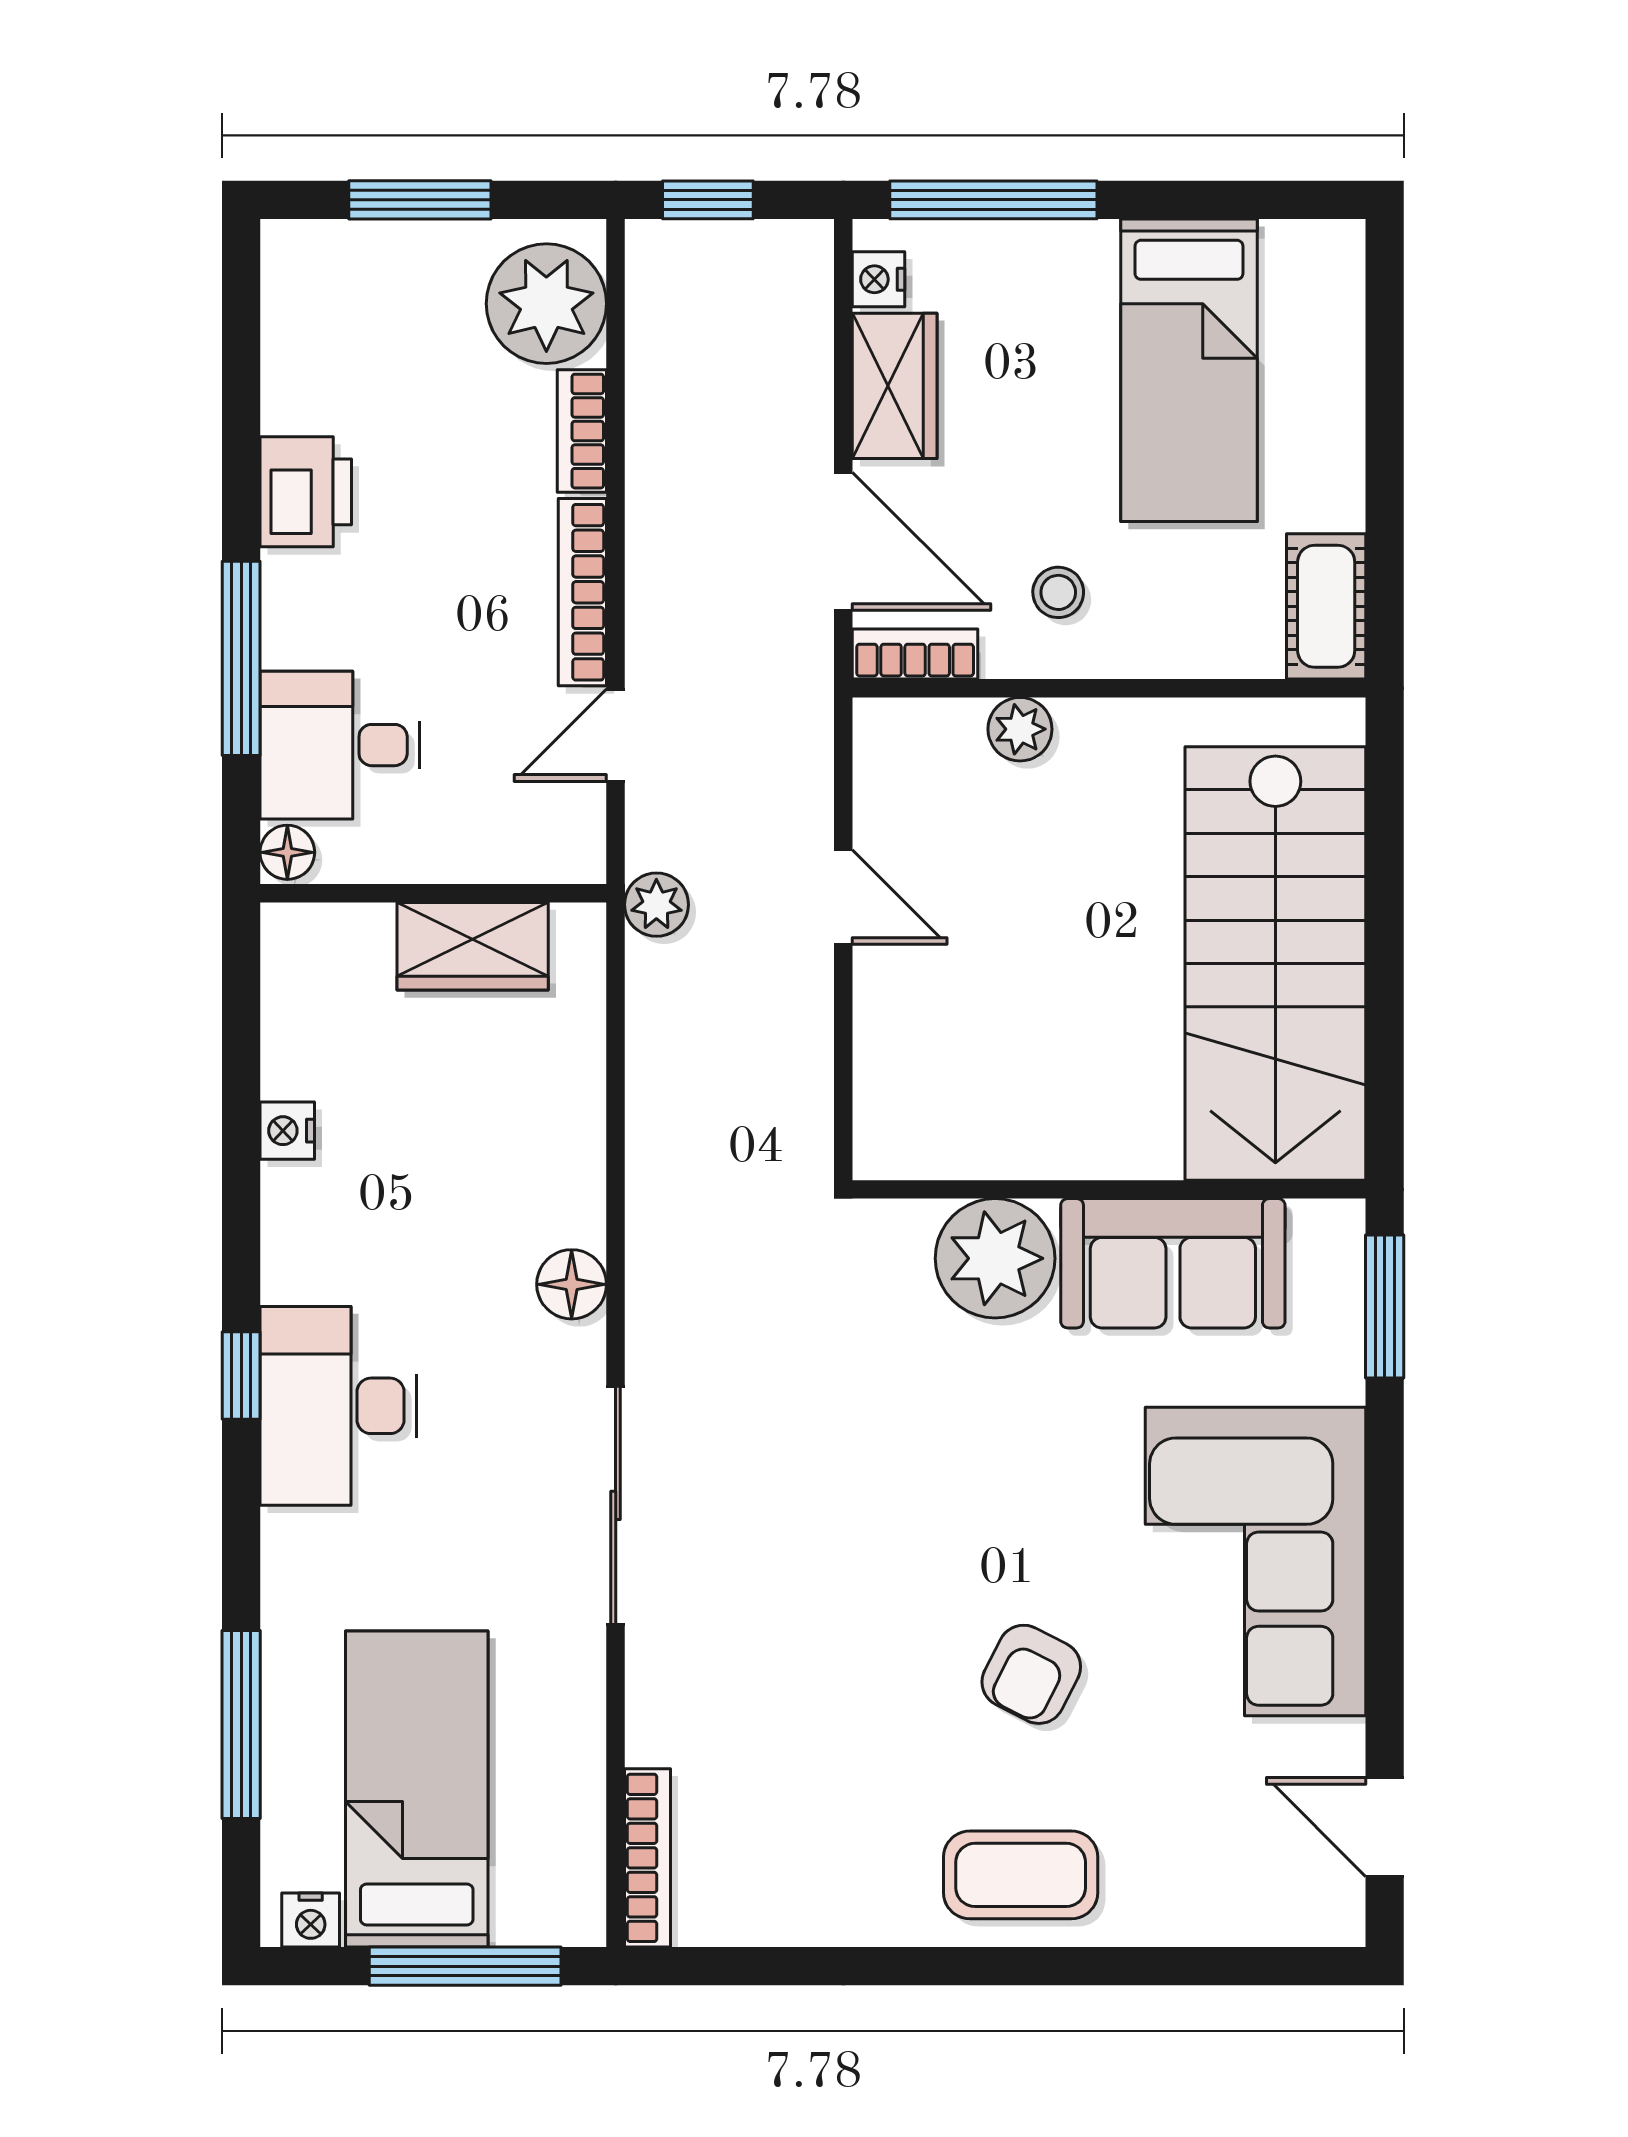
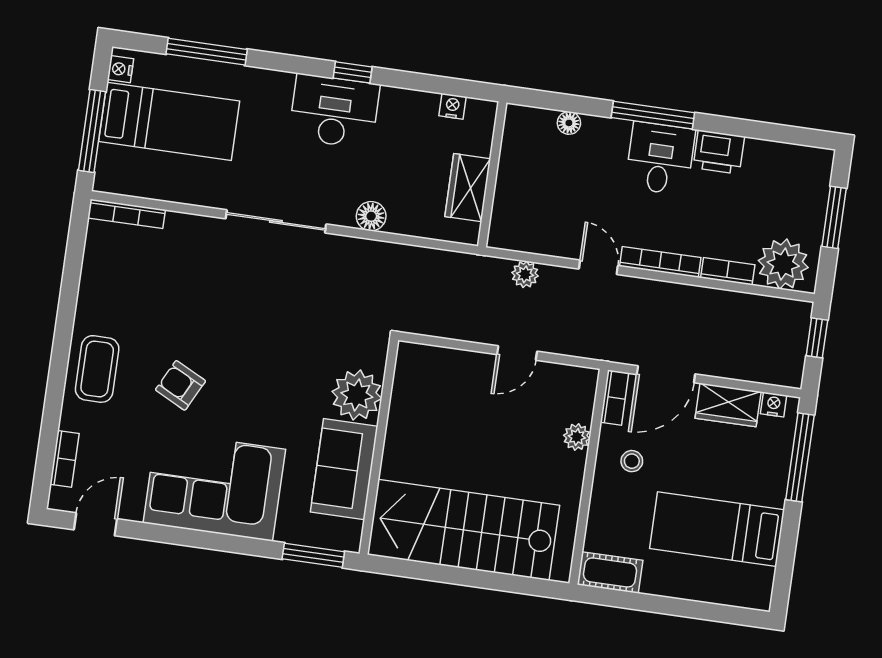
desk: (340, 745) -> (660, 158), moved
wall: (433, 893) -> (492, 174), moved
wardrobe: (473, 946) -> (468, 188), moved
bookcase: (1242, 1921) -> (64, 459), added

